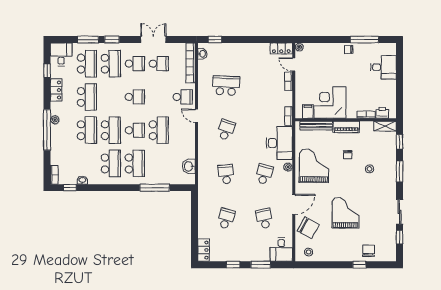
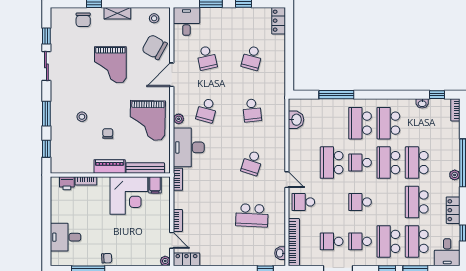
shelving: (385, 126) -> (117, 13), moved

